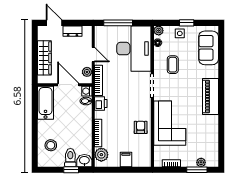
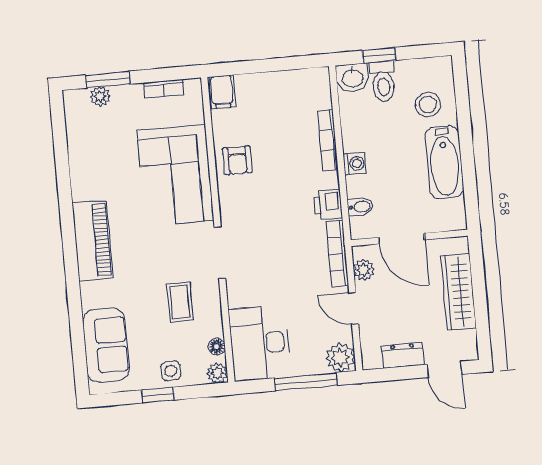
desk: (134, 49) -> (260, 343), width x0.73, depth x0.77
washing machine: (87, 91) -> (355, 164), moved
bathtub: (45, 103) -> (444, 162), moved
plant: (101, 155) -> (340, 358), moved
filing cabinet: (126, 159) -> (222, 92), moved

